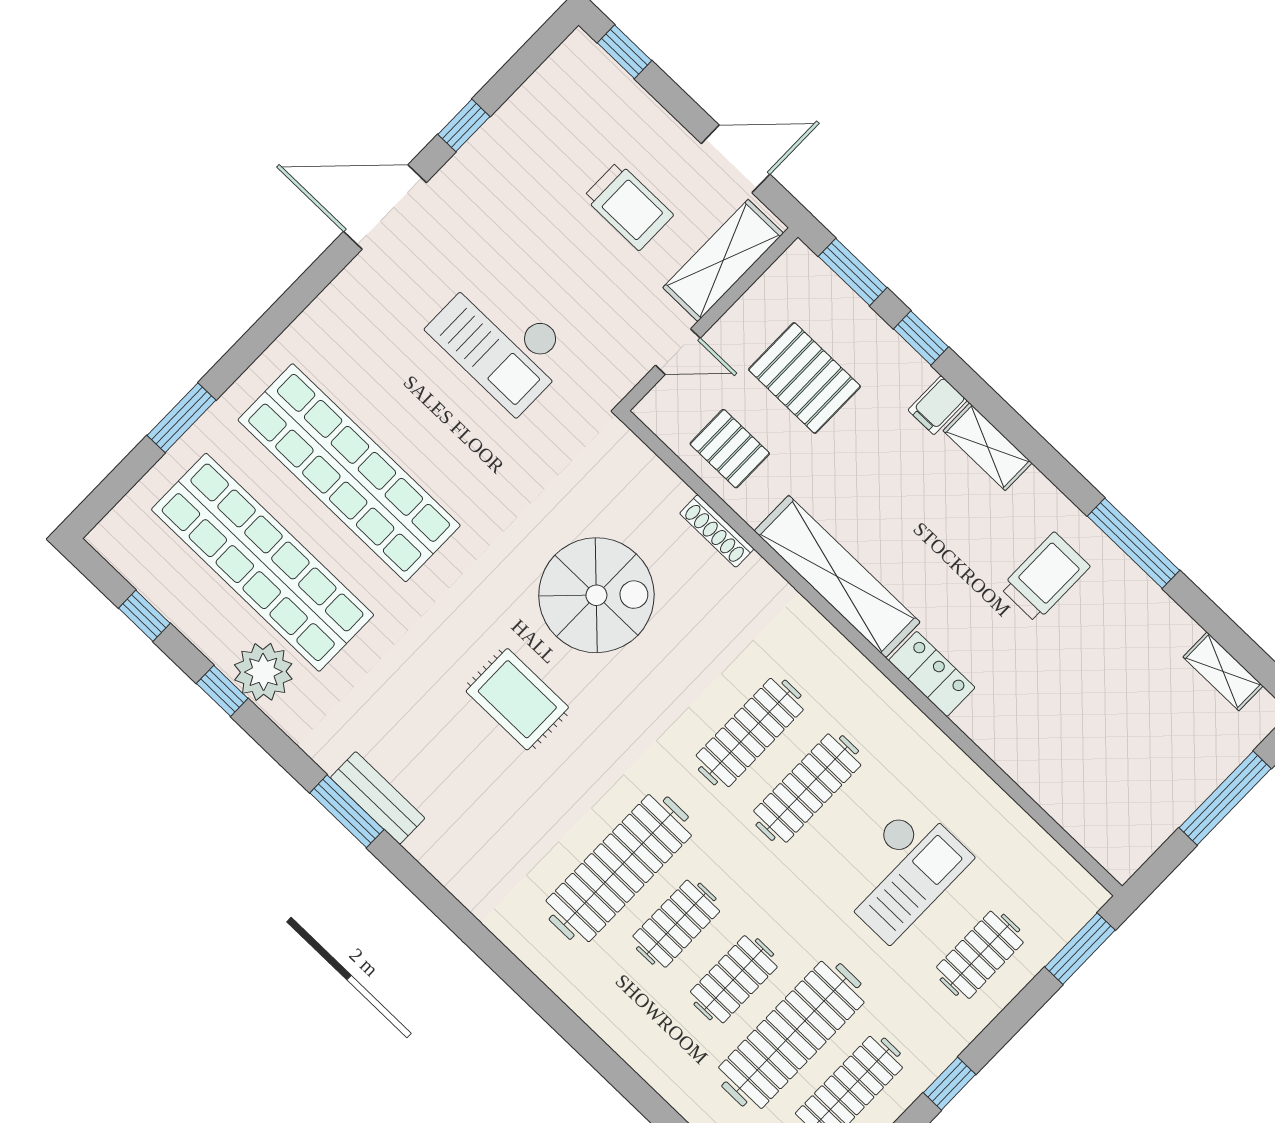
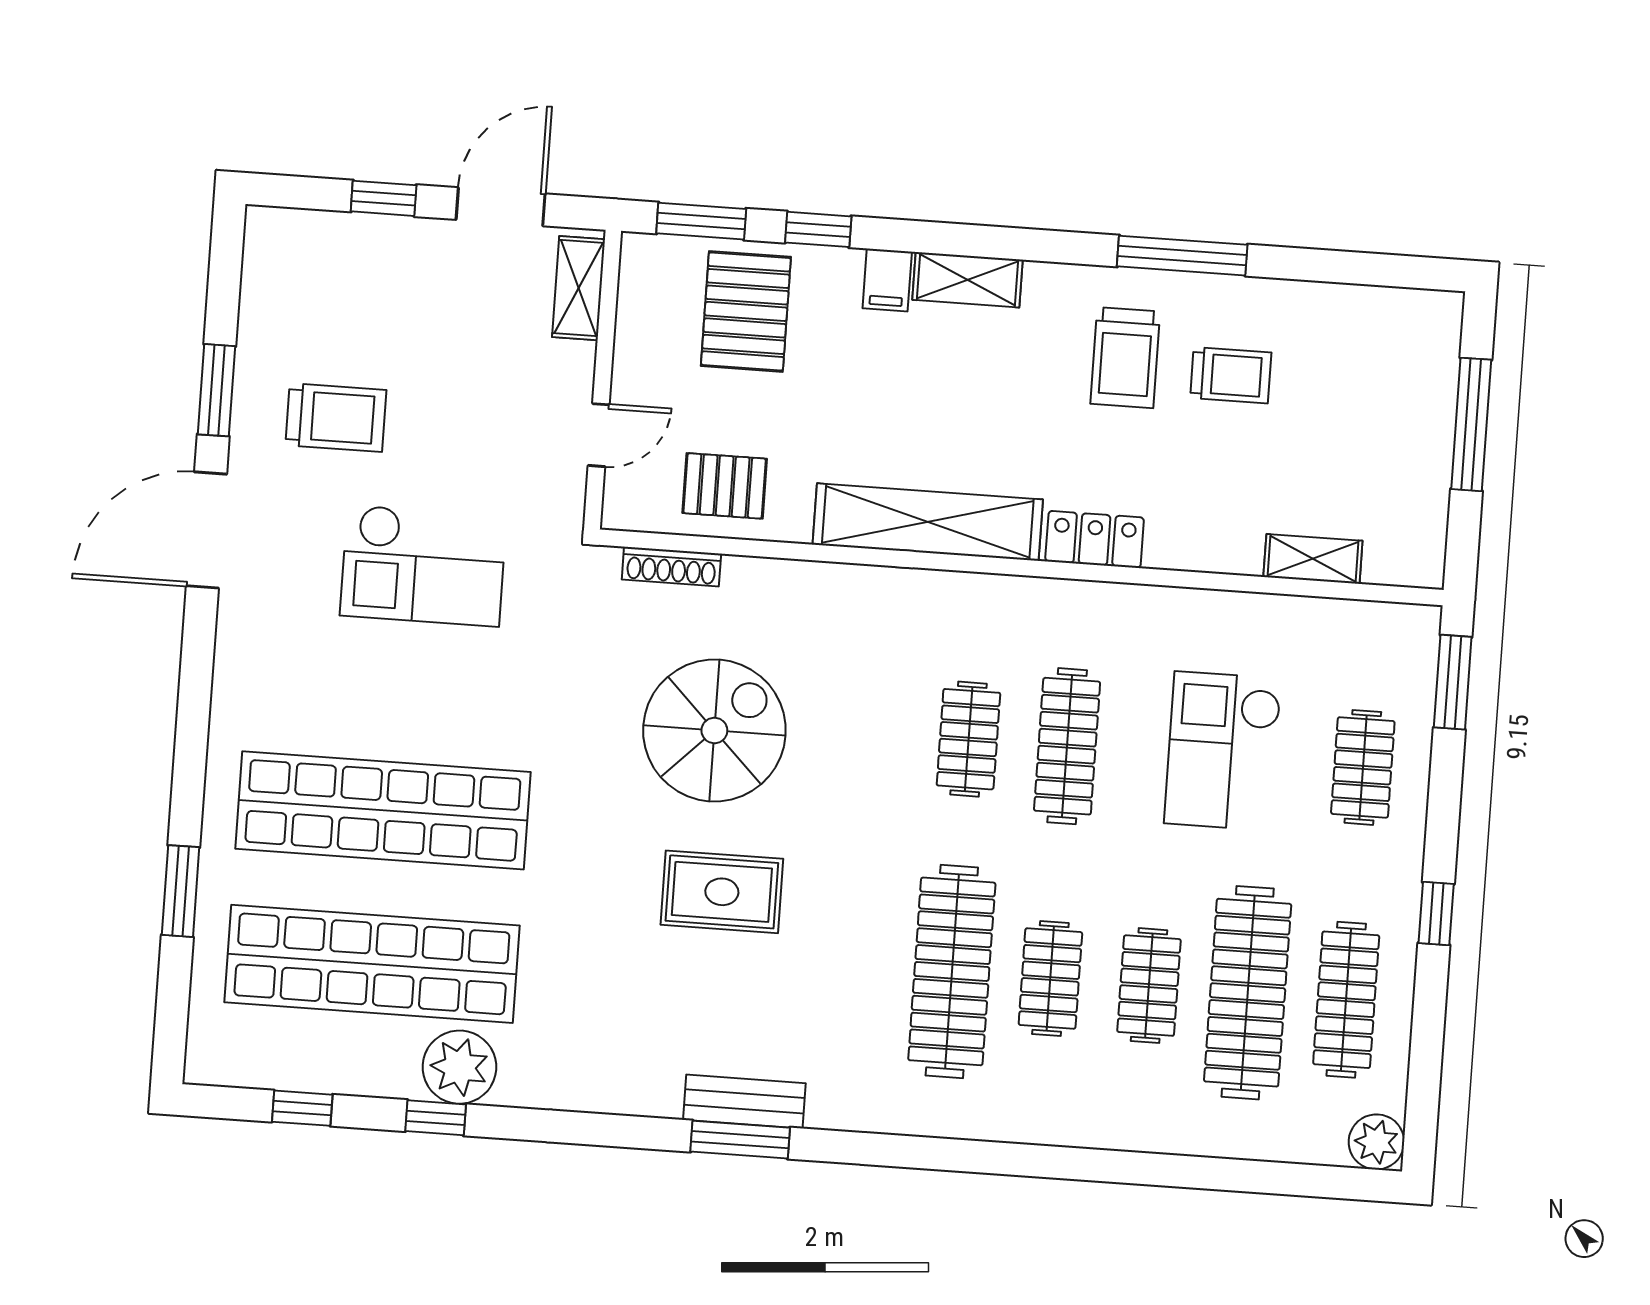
window: (624, 52) -> (384, 198), moved
window: (464, 125) -> (216, 390), width x1.50
trolley: (628, 206) -> (336, 418), moved
shelving: (723, 260) -> (579, 288), width x0.67, depth x0.75
pallet: (805, 378) -> (746, 311), moved, turned 90
shoe rack: (717, 531) -> (671, 567), moved
trolley: (1045, 577) -> (1125, 358), turned 180
trolley: (1101, 643) -> (1231, 375), added
shelving: (1223, 671) -> (1313, 559), moved
clothes rail: (750, 732) -> (968, 739), width x0.73
bench: (378, 798) -> (744, 1102), moved
window: (347, 811) -> (740, 1140), moved
checkout: (902, 872) -> (1223, 751), turned 180

